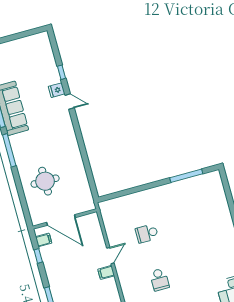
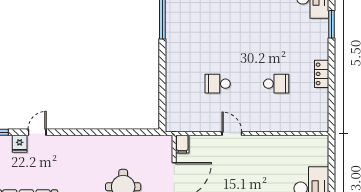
school desk: (147, 233) -> (218, 84), turned 90
filing cabinet: (106, 272) -> (182, 144), moved

